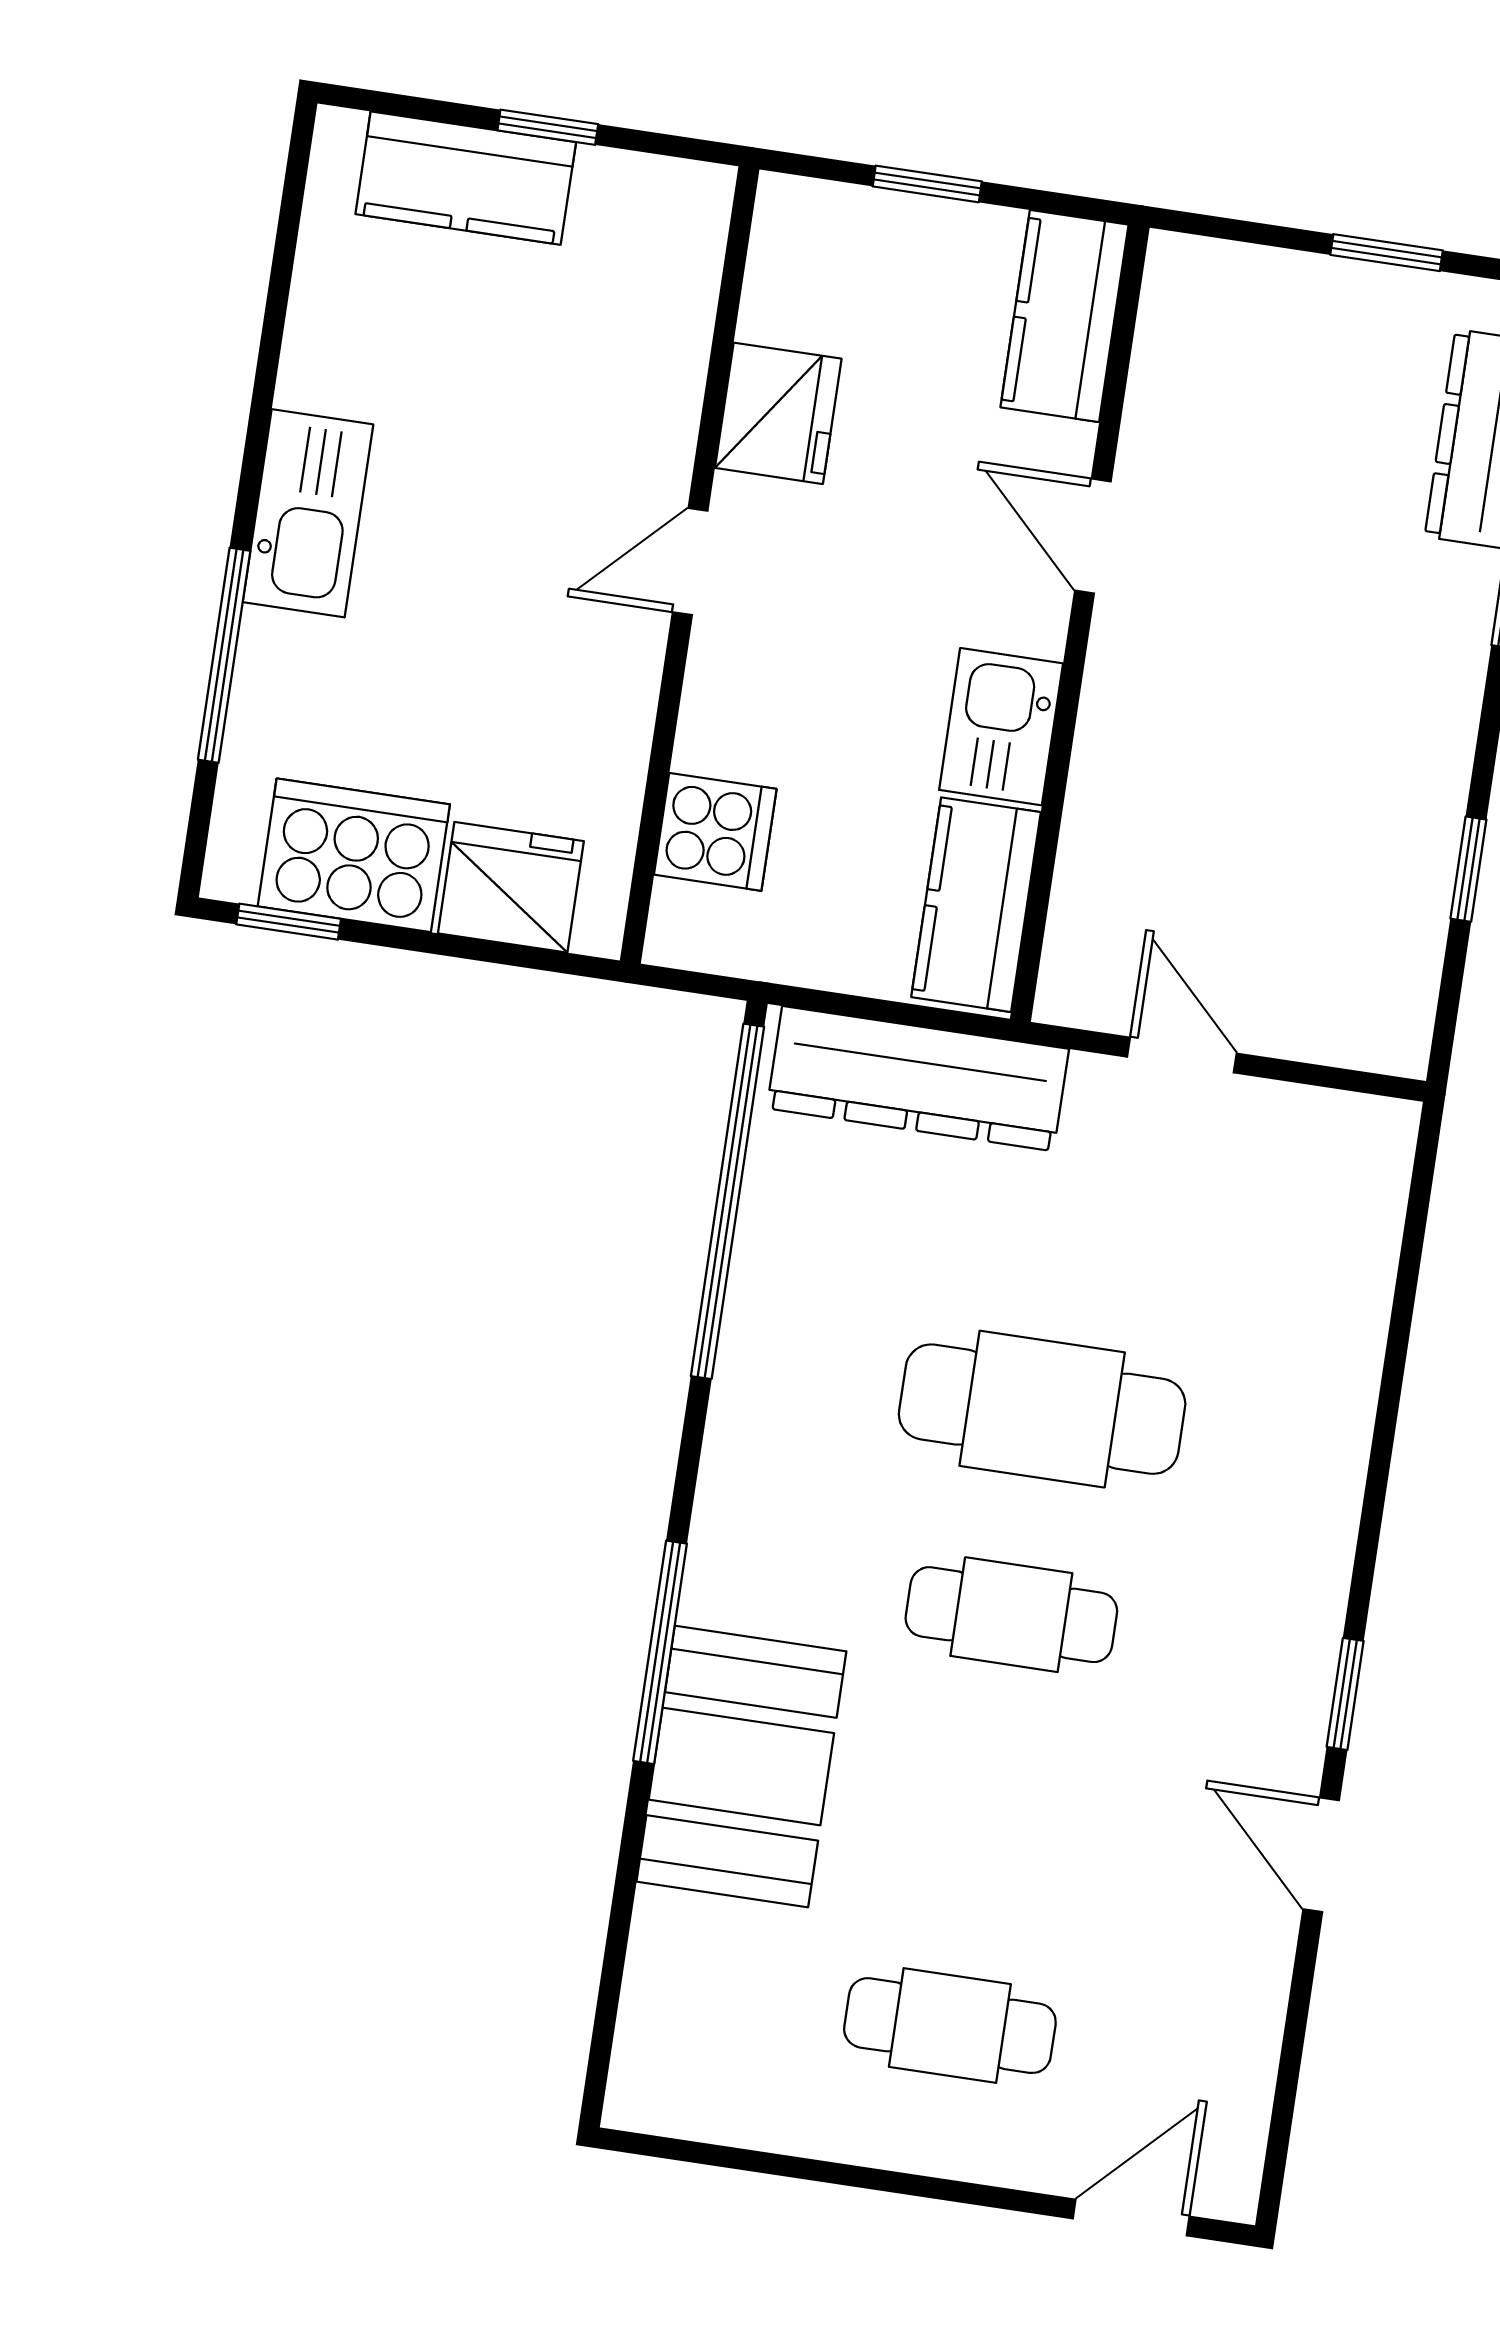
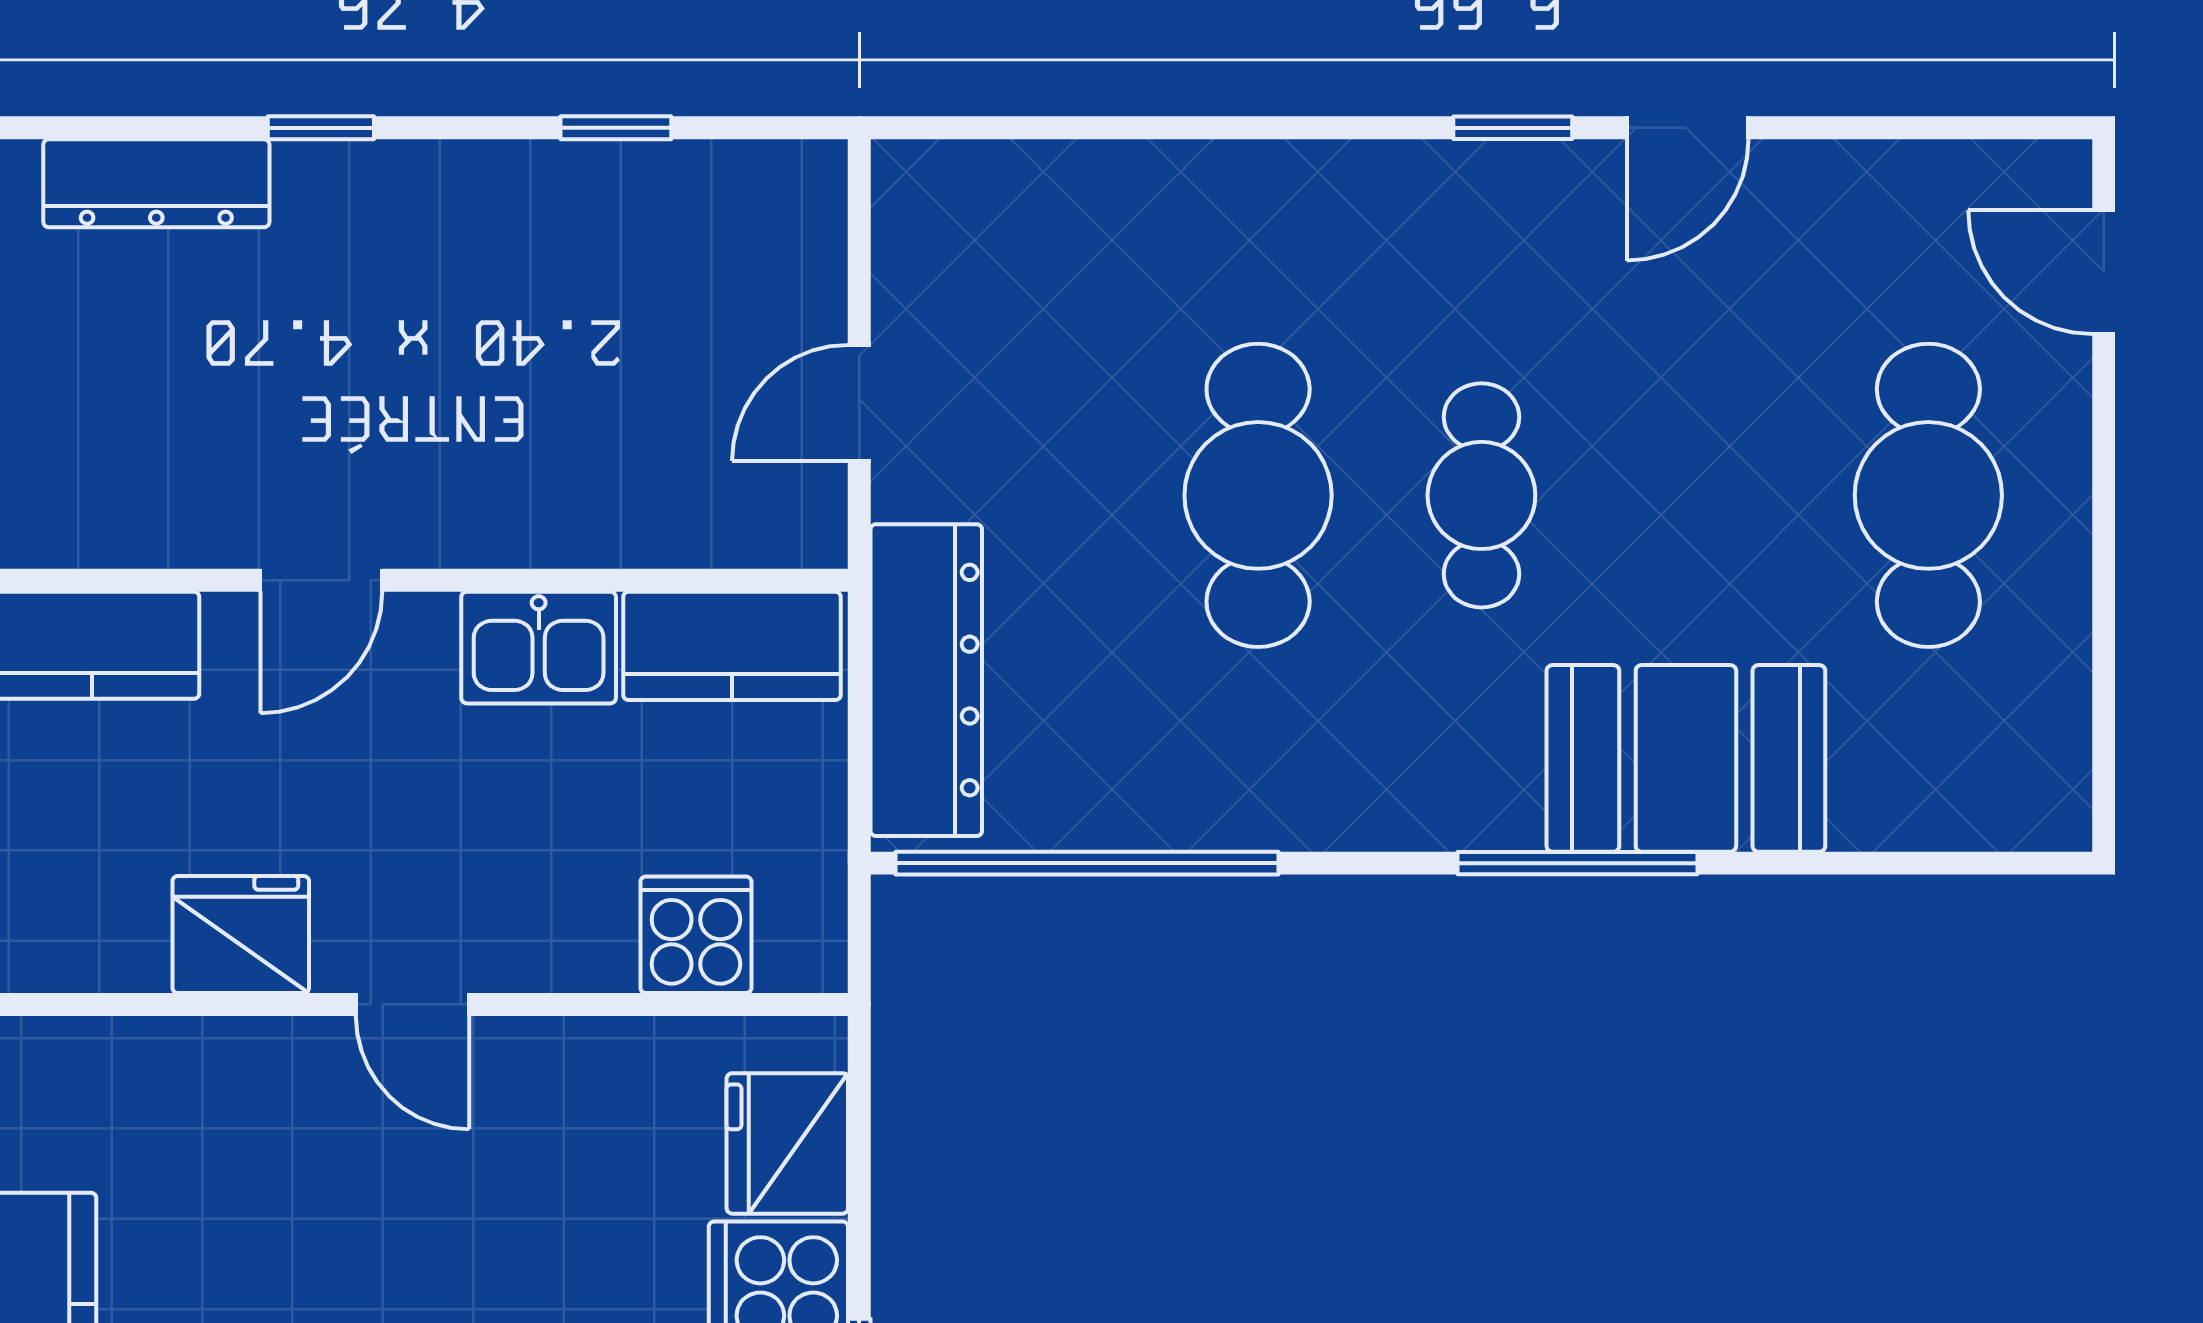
cafe table: (950, 2026) -> (1928, 495), width x1.37, depth x1.35

